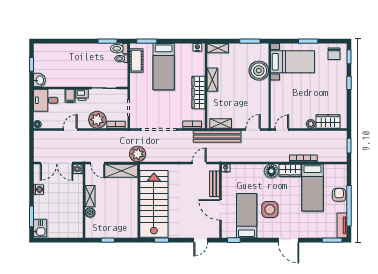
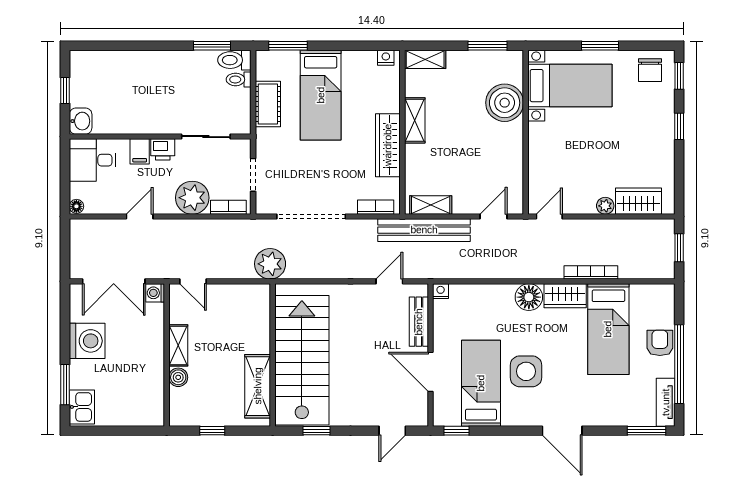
cot: (136, 61) -> (268, 104), moved
shelving: (121, 171) -> (258, 386), moved, turned 90
washing machine: (39, 189) -> (87, 341), width x1.89, depth x1.89

